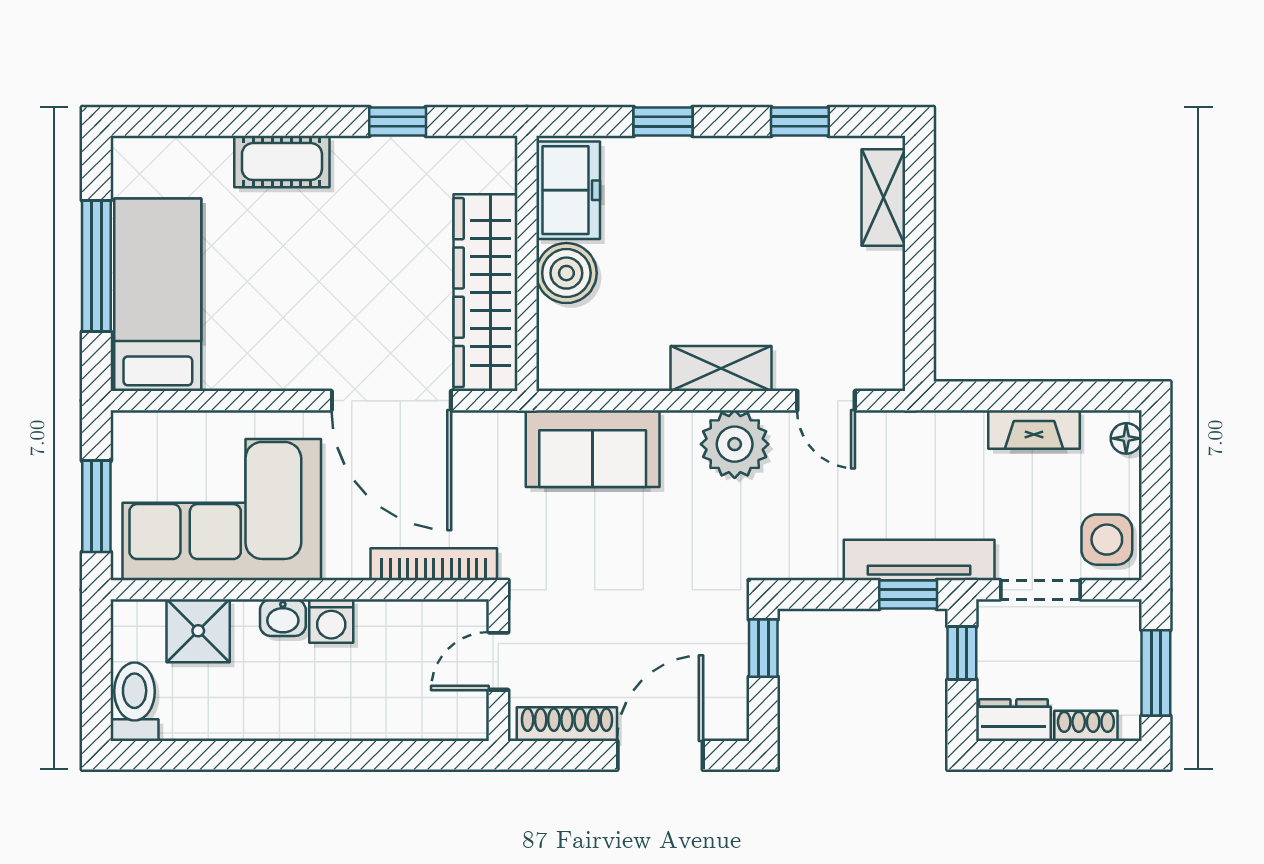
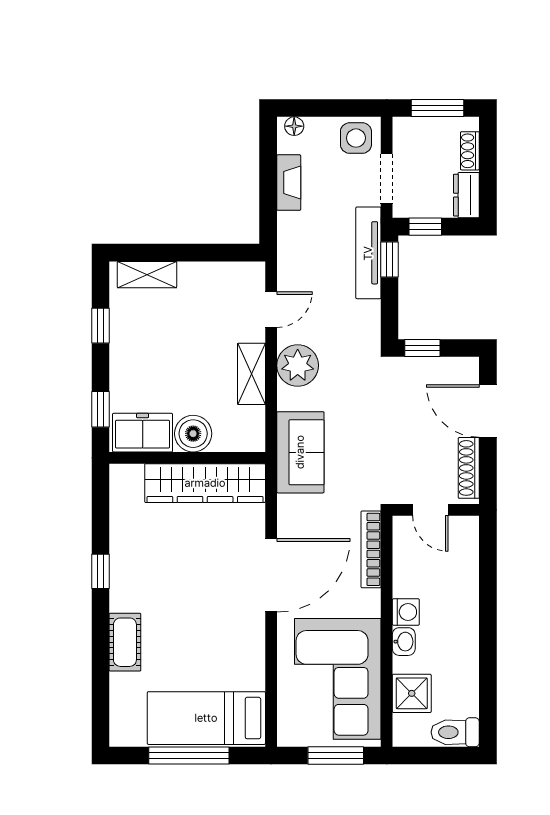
freezer: (568, 190) -> (143, 433), moved
wall: (527, 263) -> (187, 458), moved
boiler: (566, 273) -> (193, 434), moved
wardrobe: (485, 293) -> (205, 483), moved

